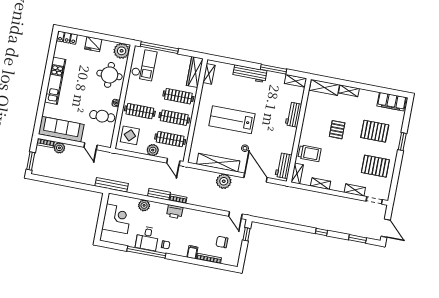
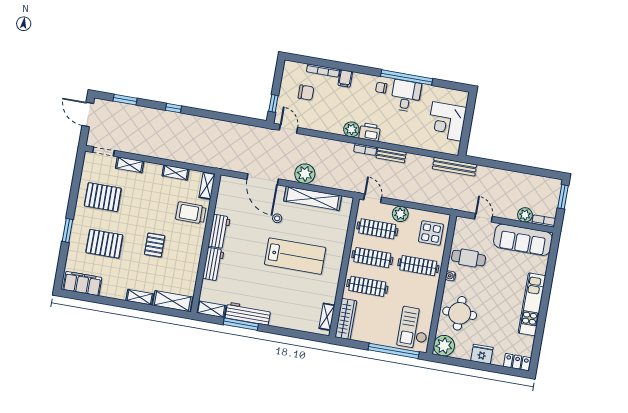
workbench: (250, 74) -> (248, 314), moved
workbench: (284, 166) -> (219, 231), moved
plant: (144, 205) -> (351, 129), moved

